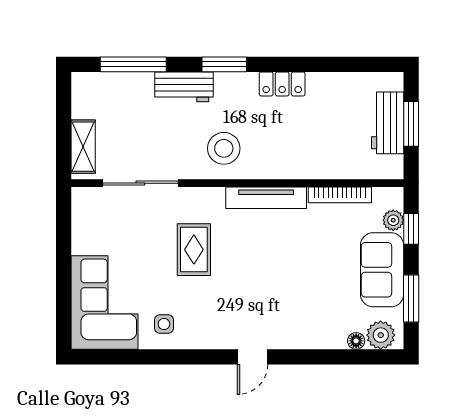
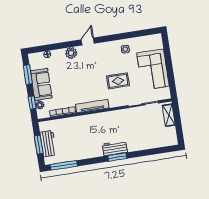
window: (133, 64) -> (64, 165), moved
locker: (282, 84) -> (93, 153), removed
workbench: (184, 87) -> (115, 148), moved
stool: (224, 148) -> (112, 123), removed
rug: (194, 250) -> (118, 81), turned 90
corner sofa: (104, 303) -> (153, 70), moved
plant: (381, 335) -> (71, 53), moved

